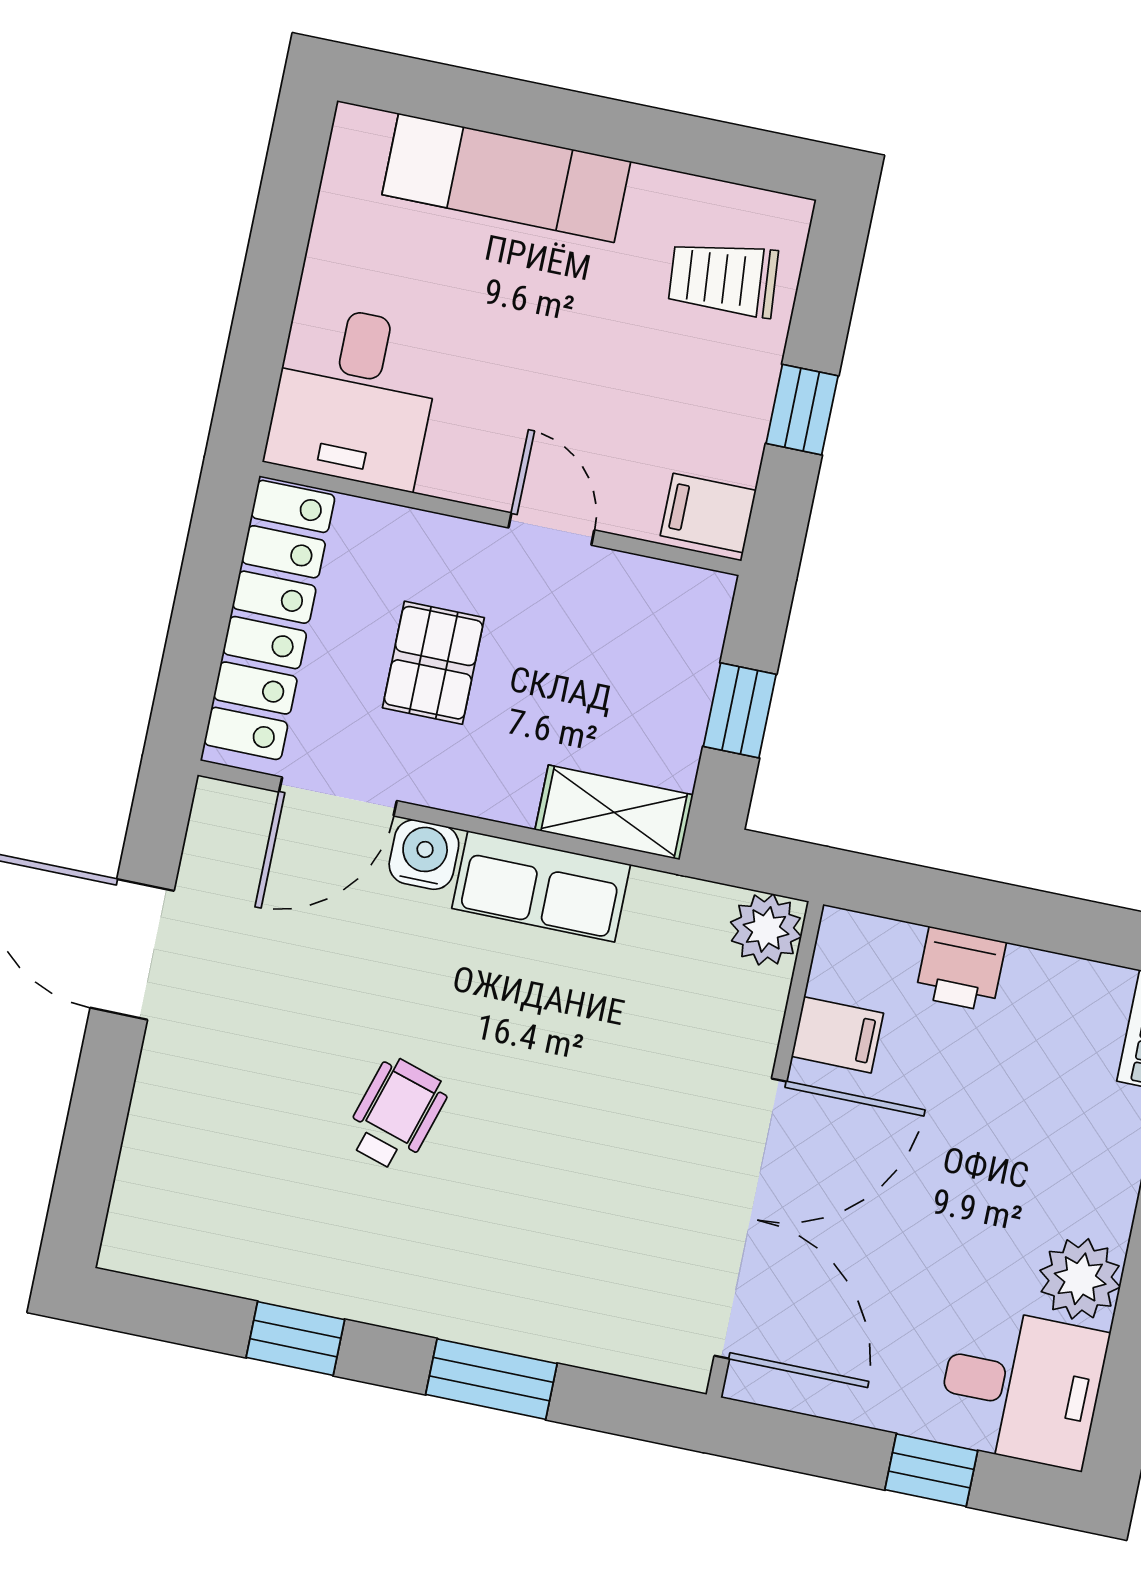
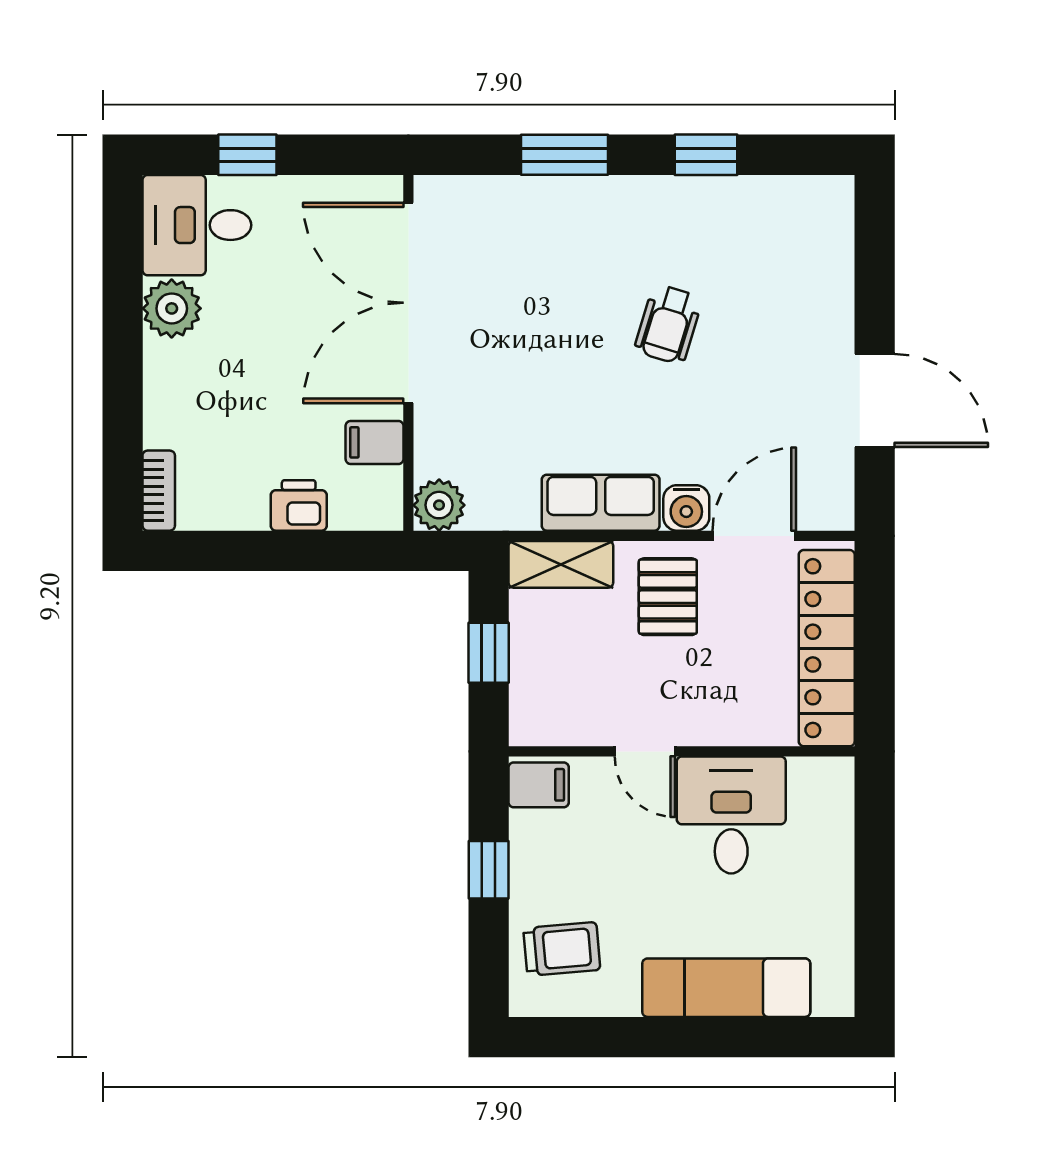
desk: (354, 396) -> (731, 815), moved
pallet: (433, 663) -> (668, 597), moved

